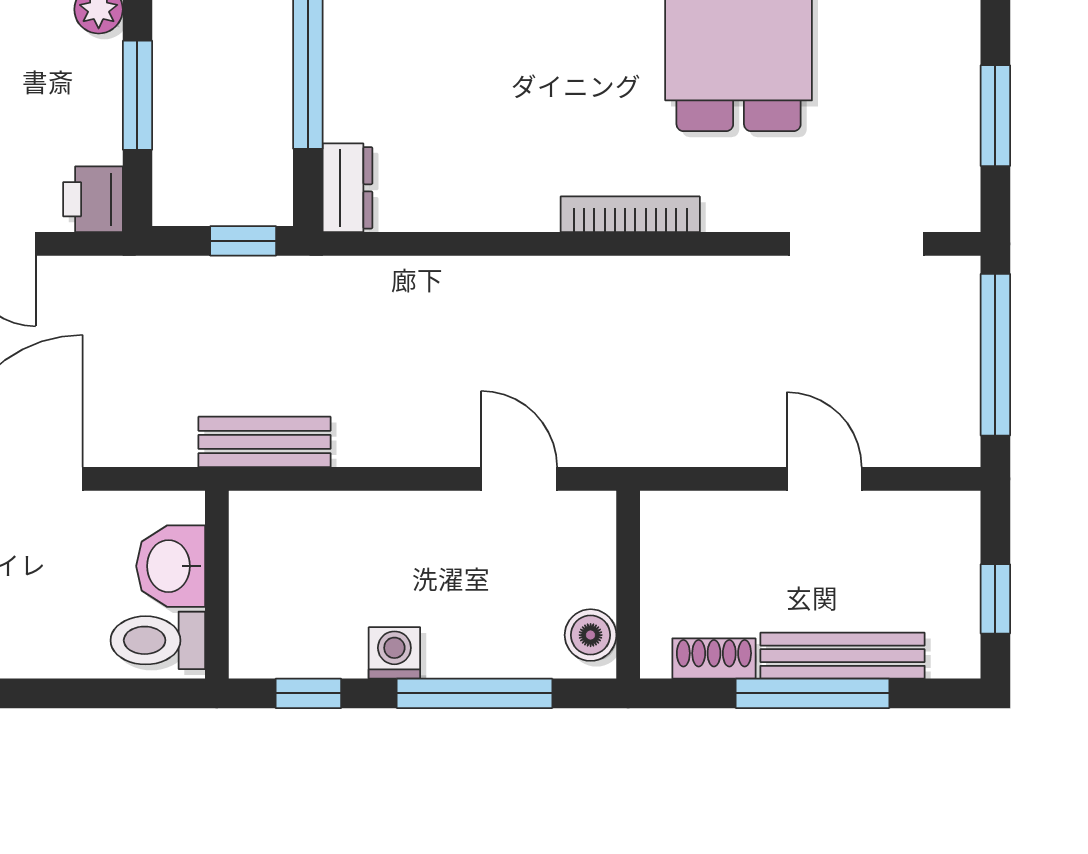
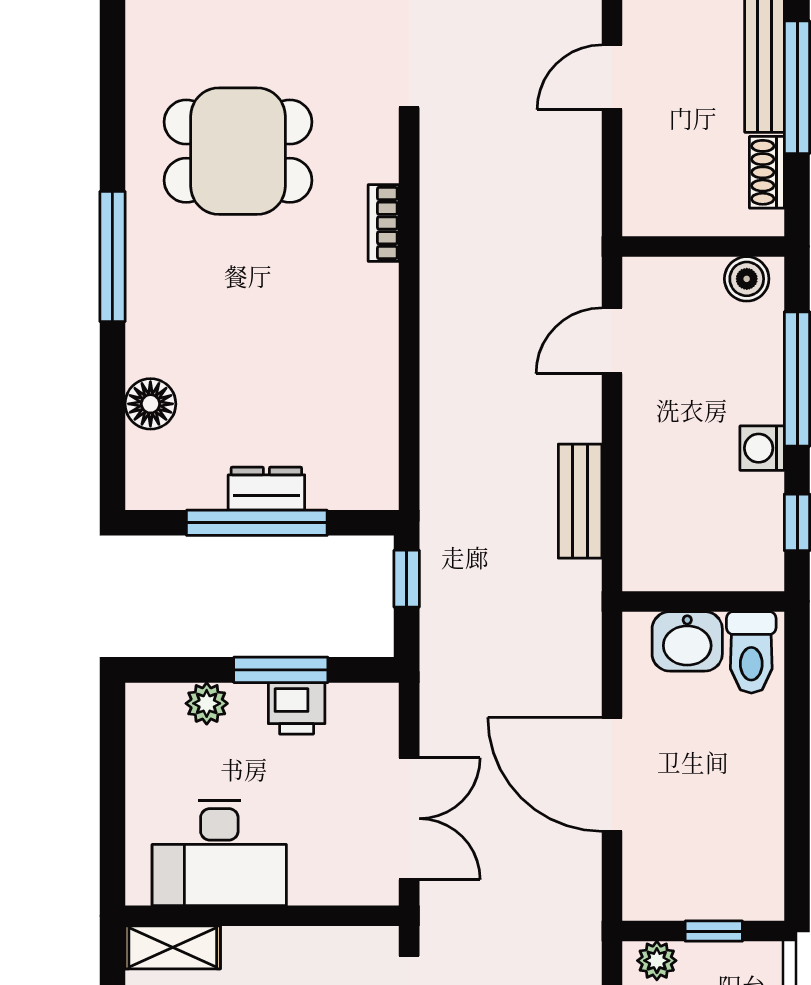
dresser: (347, 188) -> (266, 489), moved
printer: (93, 199) -> (297, 708), moved
bookcase: (630, 214) -> (384, 223), width x0.64
bench: (264, 442) -> (580, 501), moved

